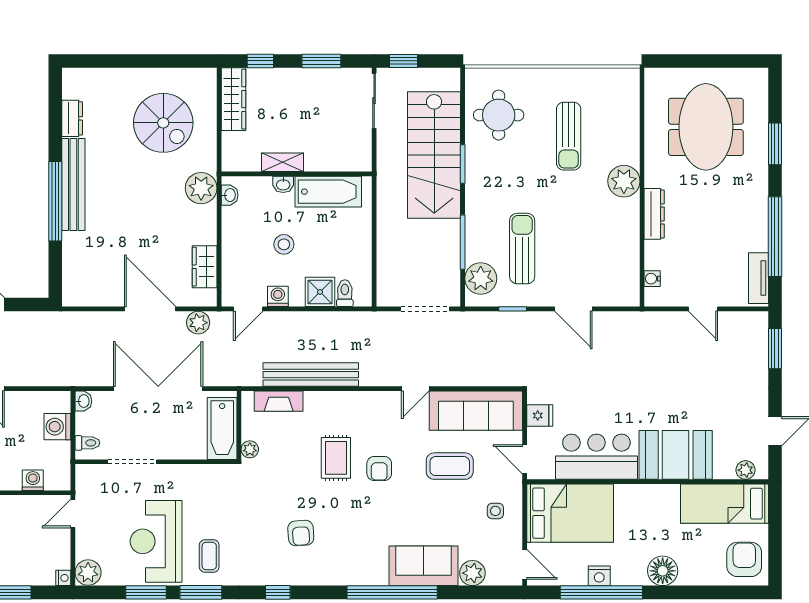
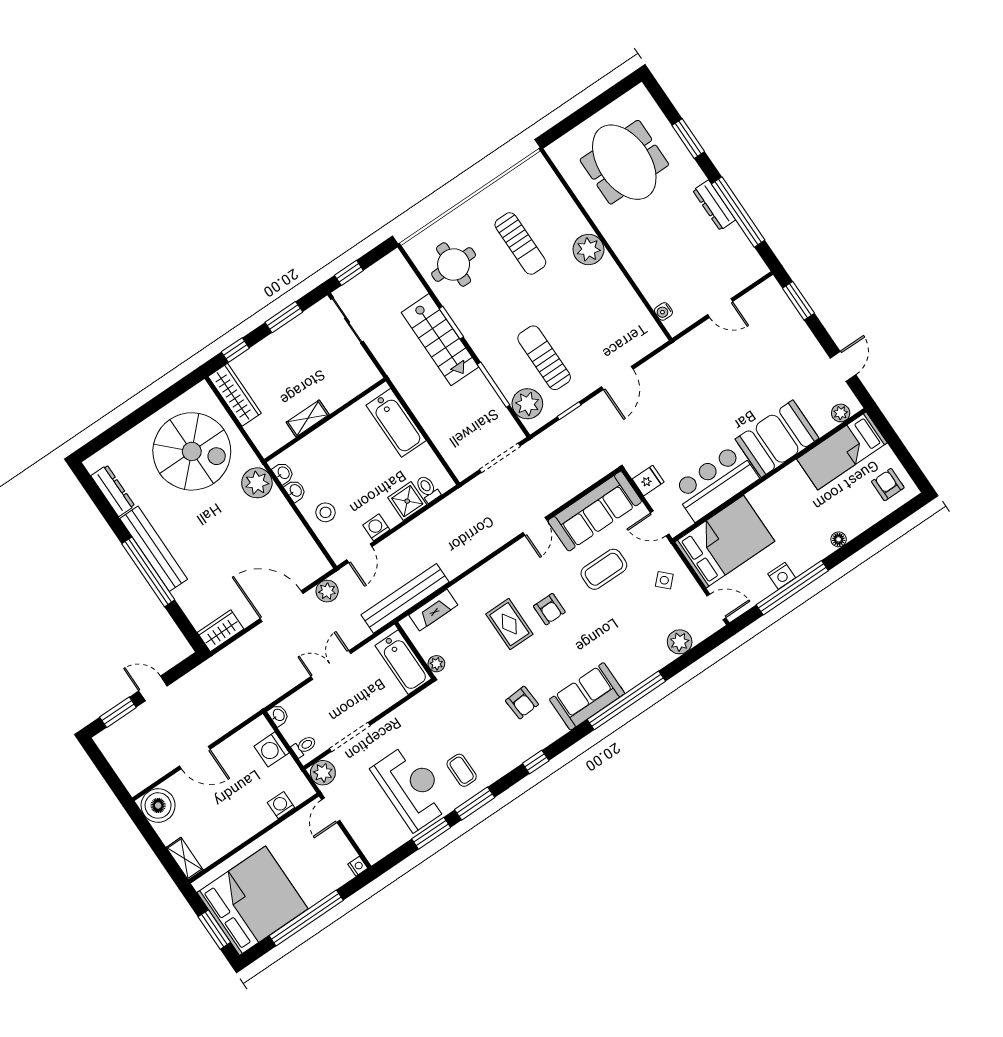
dresser: (72, 118) -> (113, 491), width x1.44
spiral stairs: (163, 123) -> (192, 451), width x1.37, depth x1.37
stairs: (434, 155) -> (440, 340), width x0.73, depth x0.66
washbasin: (283, 184) -> (295, 491), moved, turned -90
bathtub: (328, 192) -> (396, 423), moved, turned 90
dresser: (654, 214) -> (714, 205), moved, turned 180
stool: (284, 244) -> (326, 512), moved
wardrobe: (205, 267) -> (221, 631), moved, turned 90
tv unit: (758, 278) -> (747, 254), removed
door: (573, 309) -> (617, 378), hinge flipped
bench: (311, 375) -> (405, 598), moved
double door: (158, 389) -> (331, 665), width x0.54
side table: (495, 511) -> (664, 580), turned 45
reception desk: (156, 541) -> (412, 787), turned 180
armchair: (744, 559) -> (888, 485), width x0.72, depth x0.72
sofa: (424, 566) -> (587, 696), moved
floor lamp: (663, 571) -> (839, 539), width x0.53, depth x0.53
plant: (88, 573) -> (323, 773), moved

